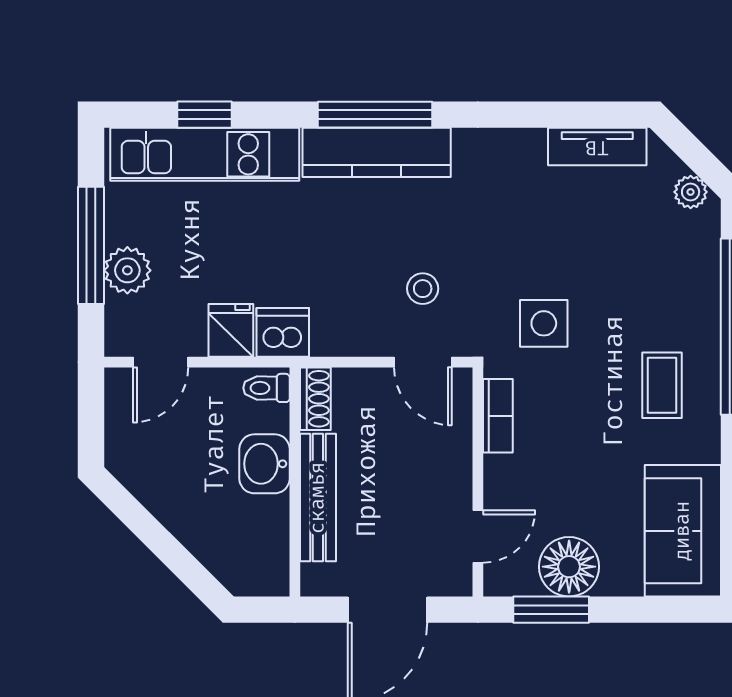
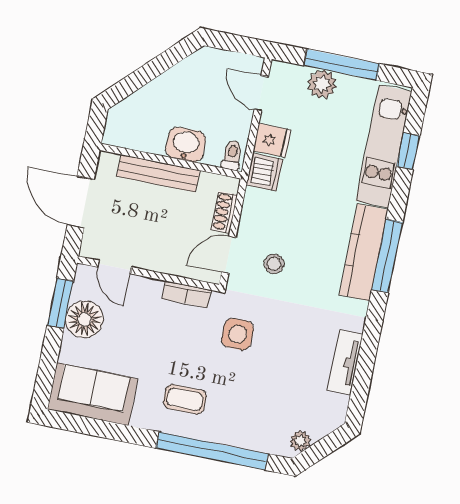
tv unit: (597, 147) -> (345, 362), moved
shoe rack: (315, 399) -> (224, 212), moved, turned 90

